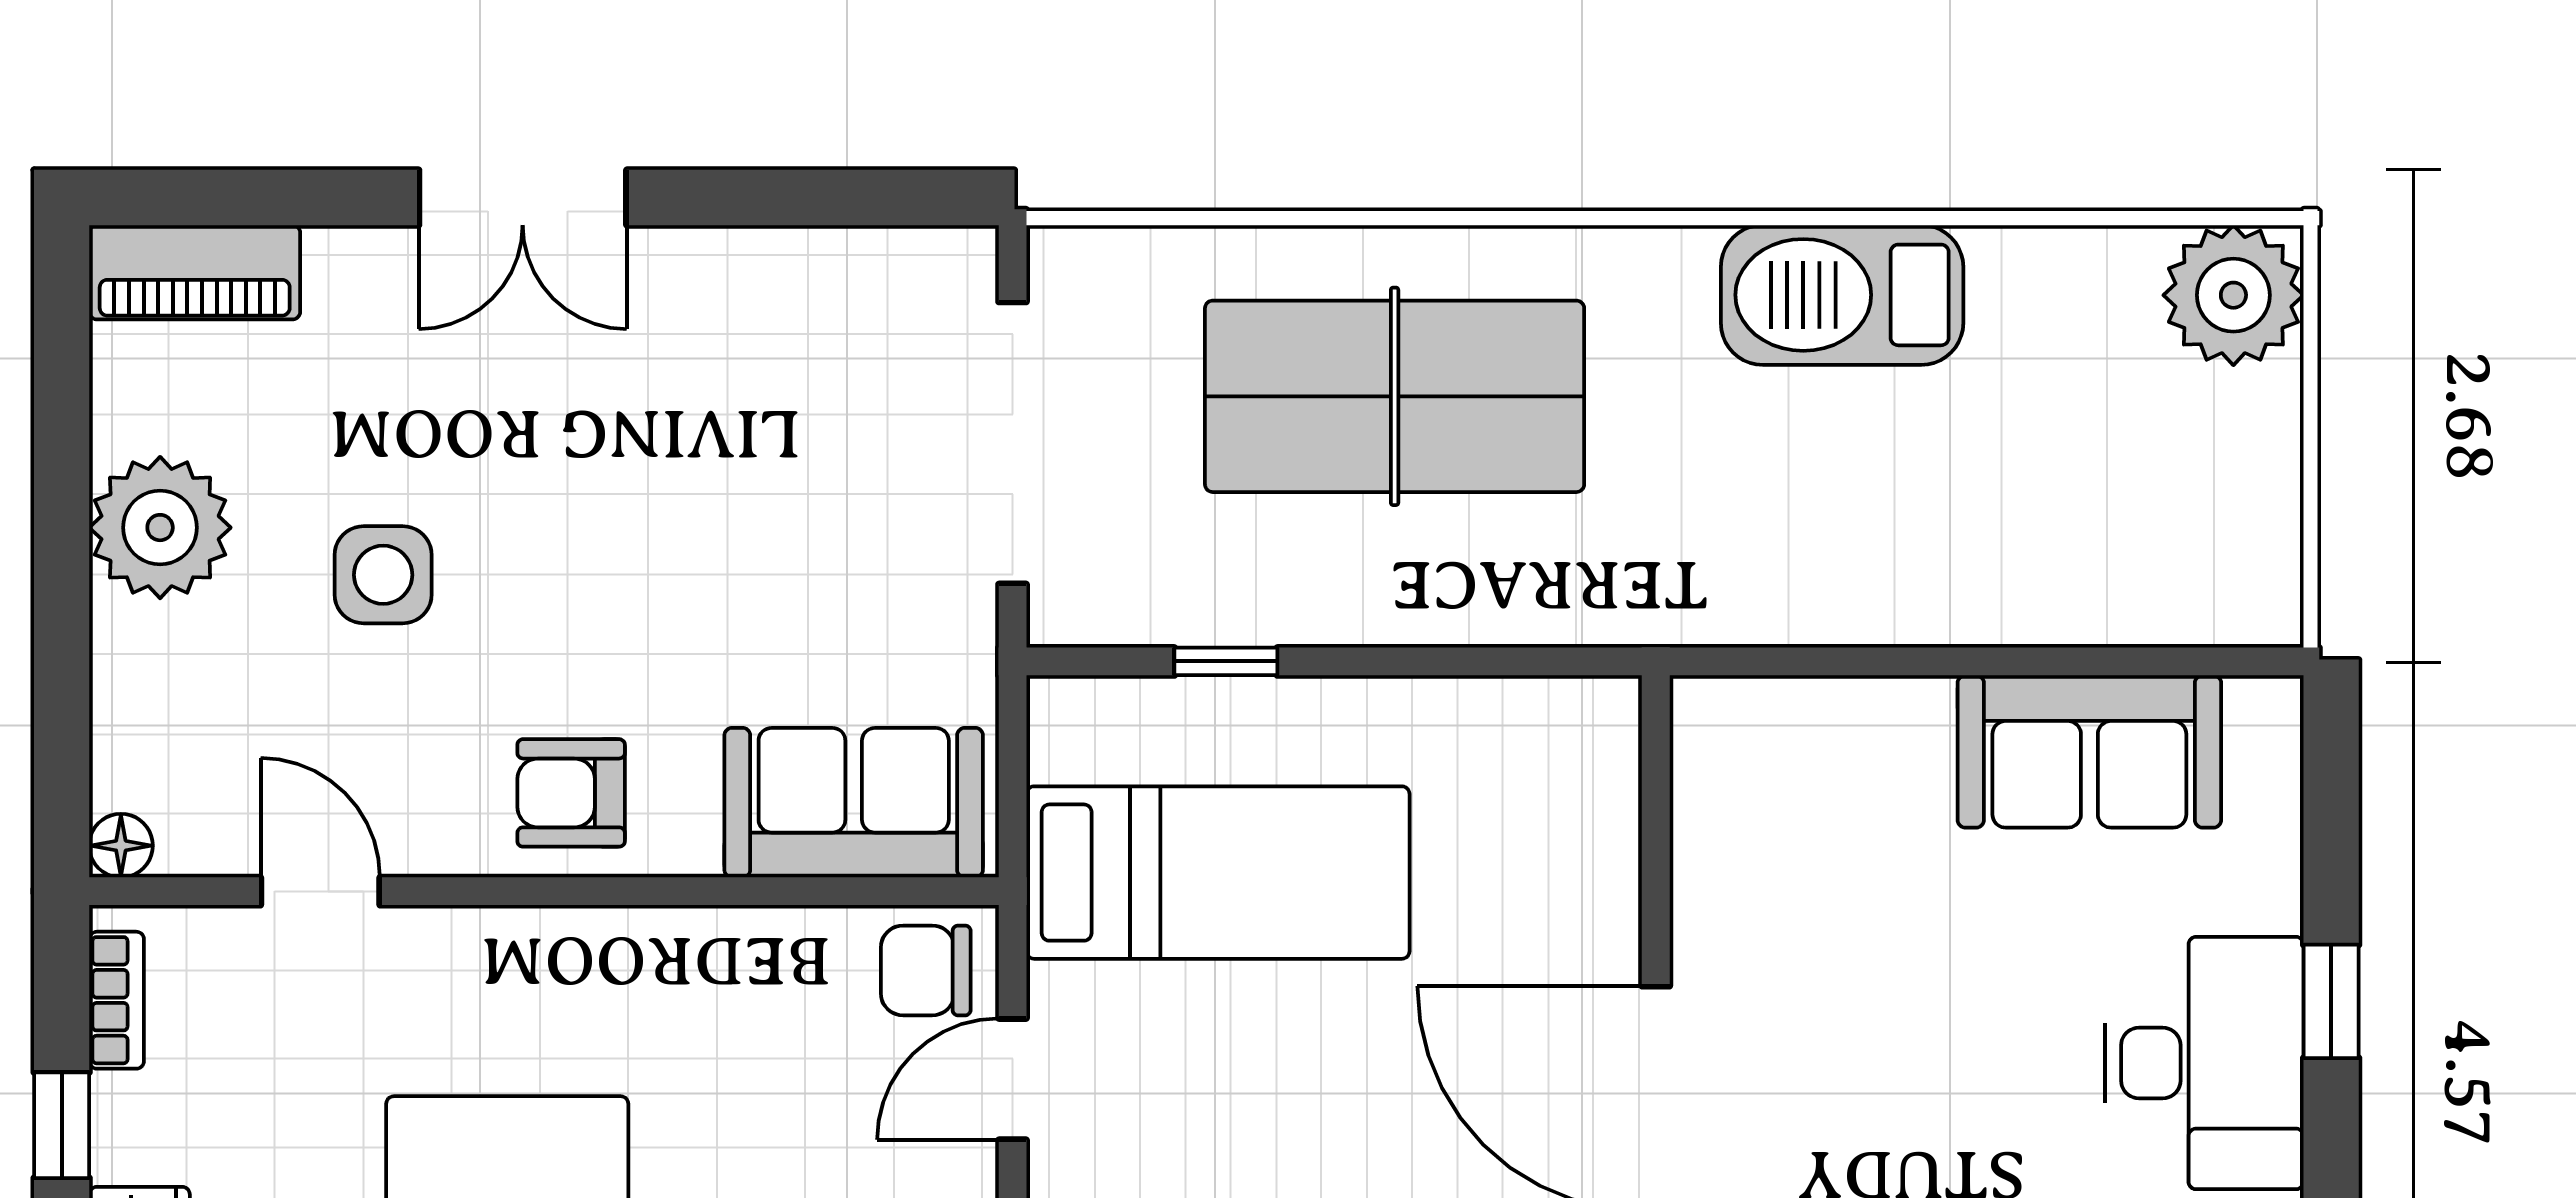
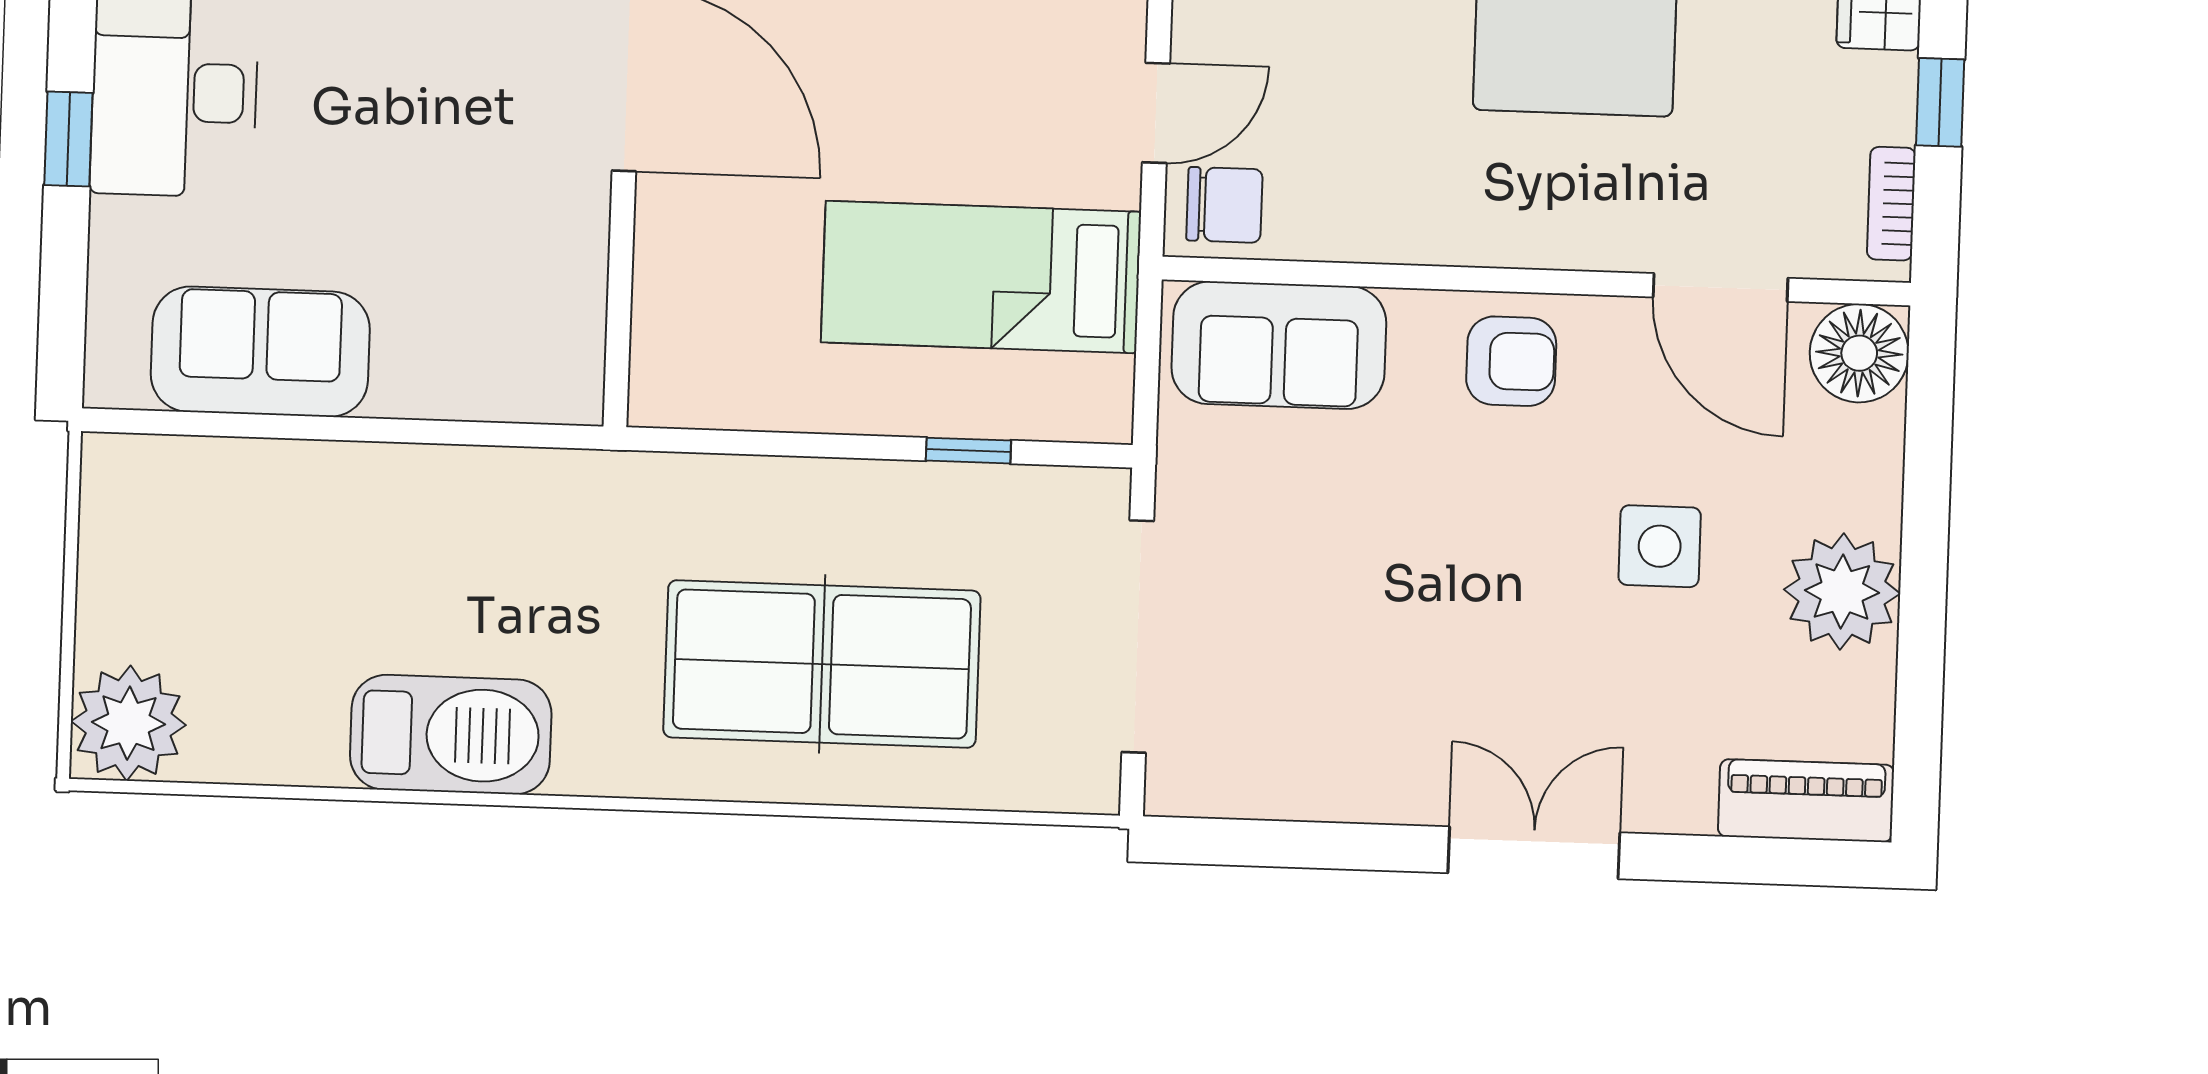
floor lamp: (121, 846) -> (1859, 353), width x1.89, depth x1.89
door: (320, 891) -> (1720, 288), width x1.38

